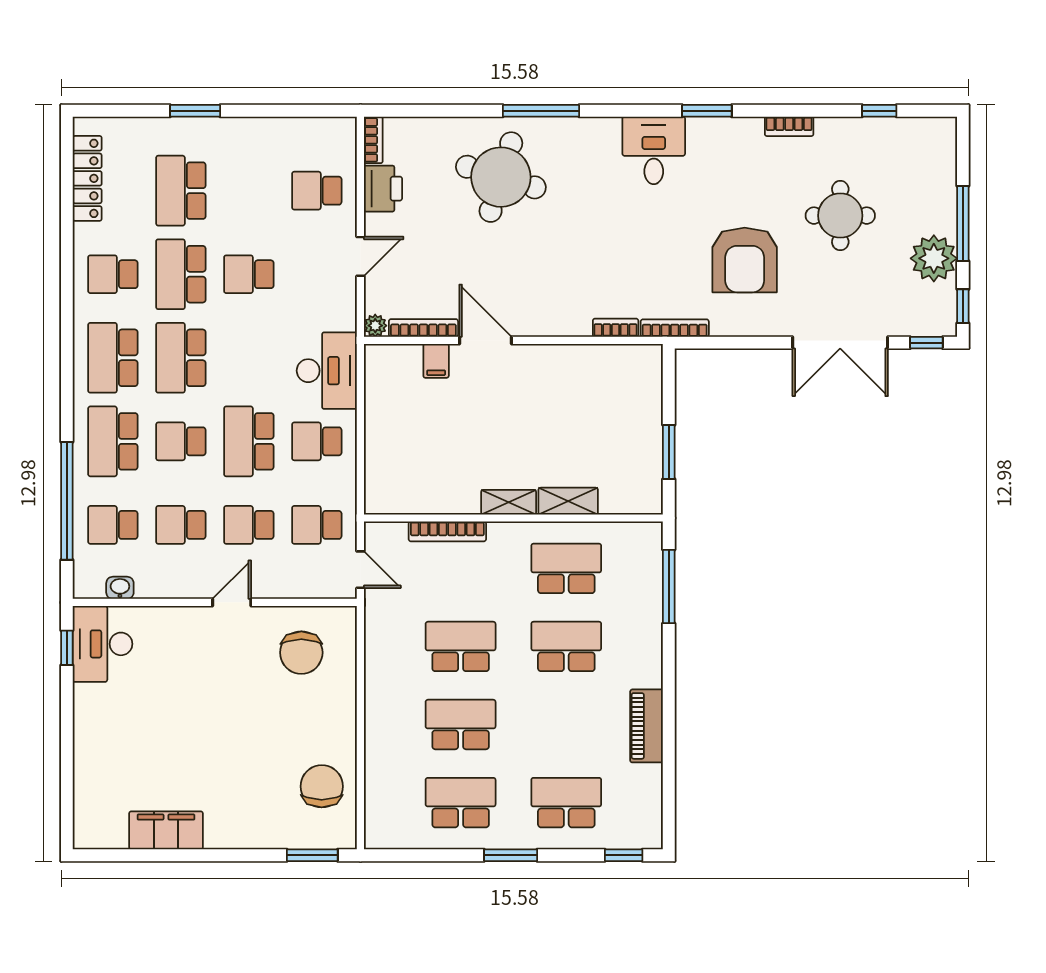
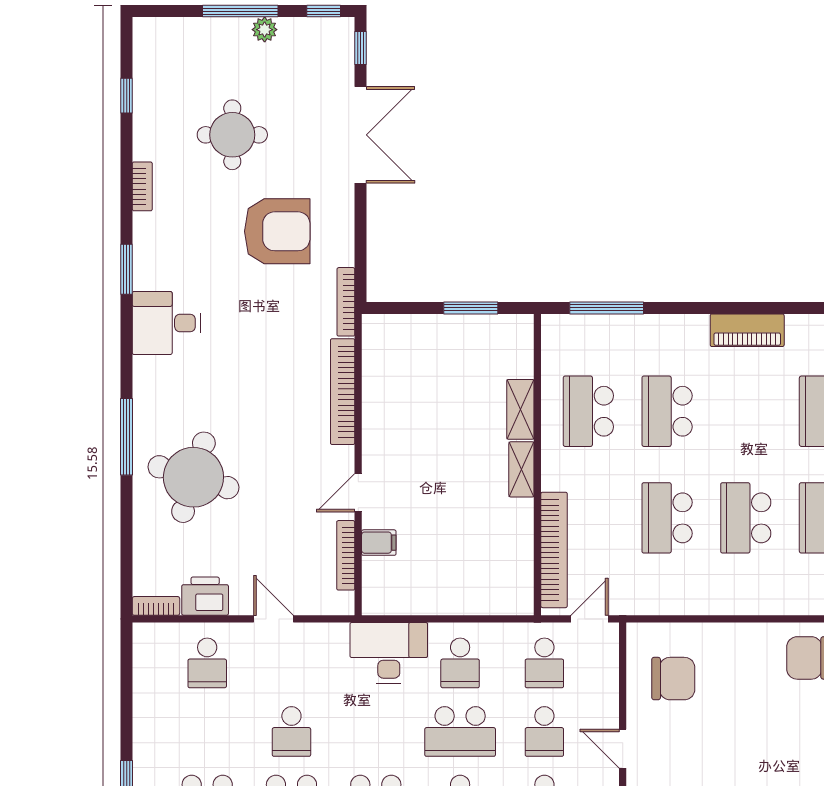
plant: (934, 258) -> (265, 30), width x0.53, depth x0.53
plant: (375, 326) -> (343, 604), removed
bookcase: (616, 328) -> (343, 392), width x2.31, depth x1.31
door: (485, 340) -> (358, 493), width x0.73
bookcase: (447, 531) -> (554, 550), width x1.48, depth x1.31

